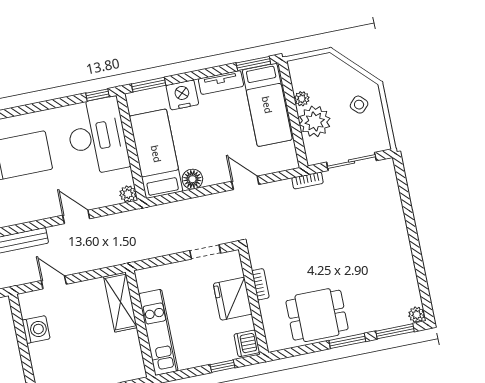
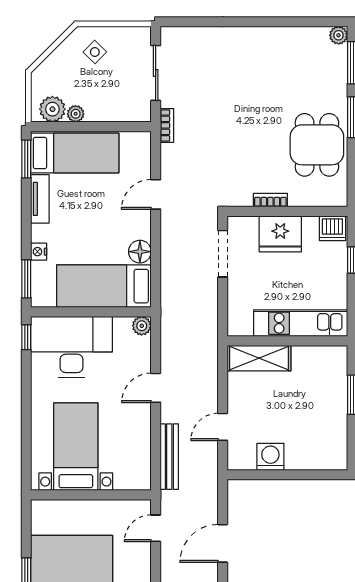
nightstand: (182, 95) -> (39, 252), width x0.53, depth x0.56
plant: (315, 121) -> (52, 109), moved, width x0.73, depth x0.73
doorway: (205, 252) -> (223, 254), width x1.38

